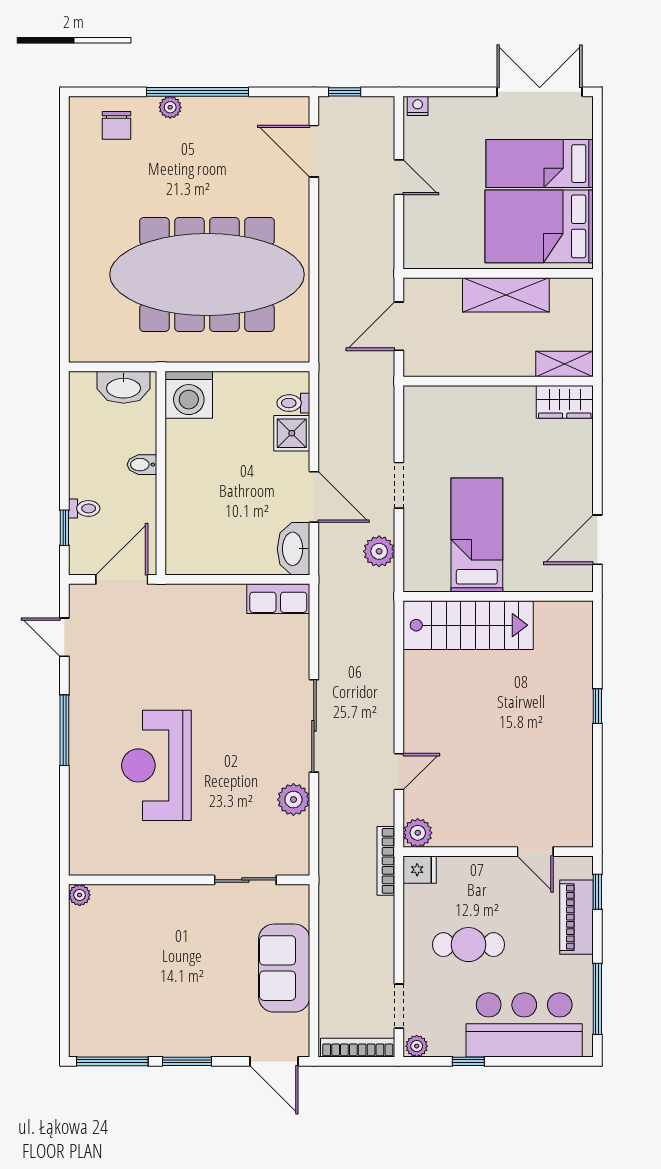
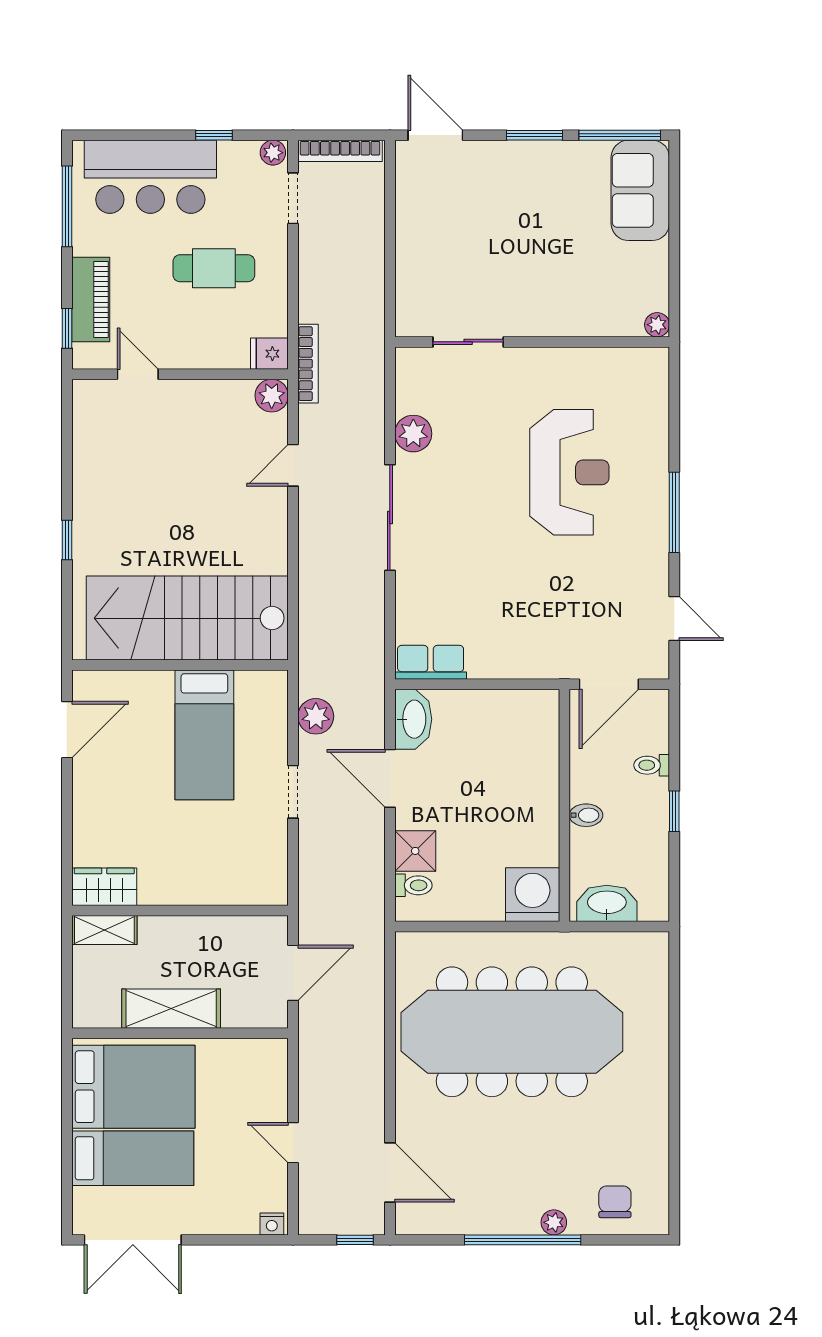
window: (64, 528) -> (674, 811), moved
stairs: (468, 625) -> (187, 618), width x1.36, depth x1.51
sofa: (284, 968) -> (640, 190), moved, turned 180

